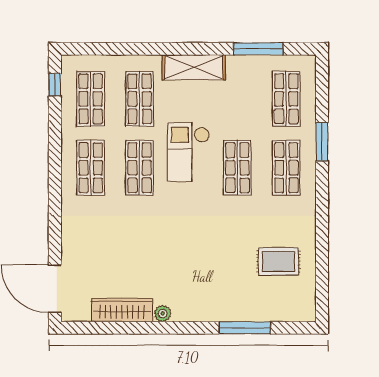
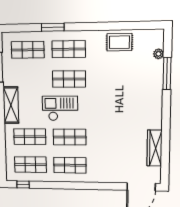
checkout: (188, 152) -> (60, 108), turned 180
rug: (278, 261) -> (119, 42), moved, turned 90
plant: (163, 314) -> (158, 54), moved

